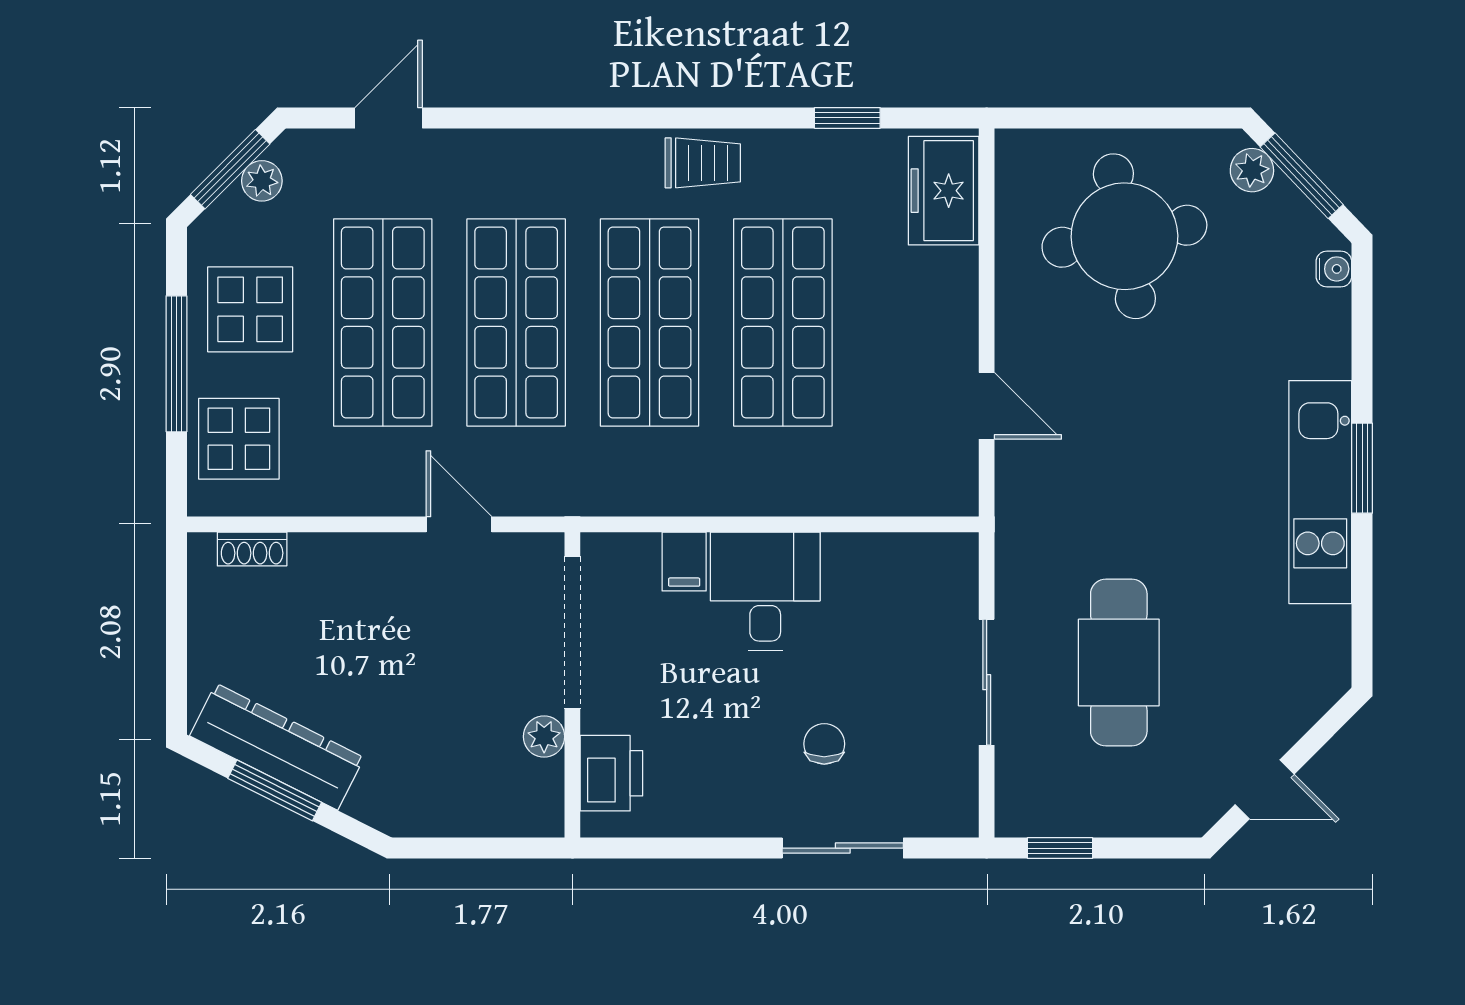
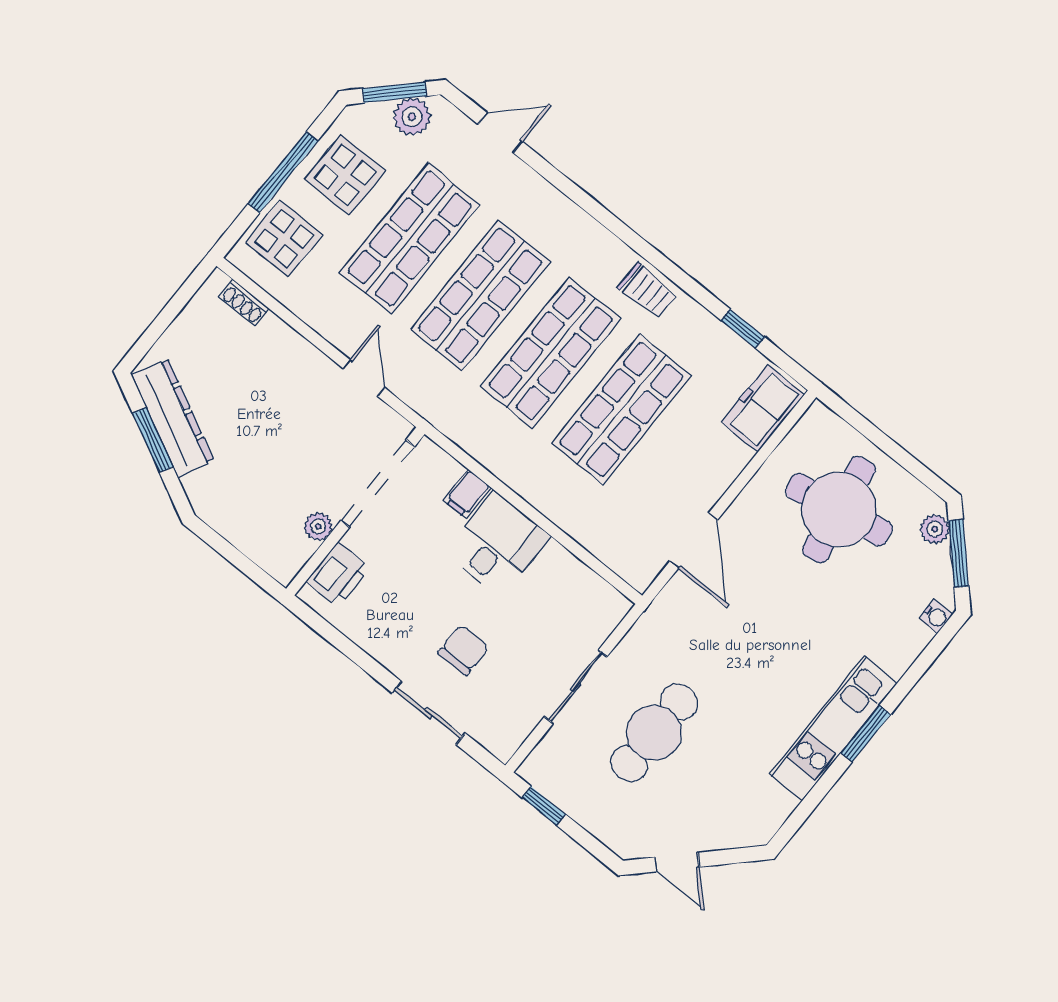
plant: (262, 181) -> (412, 117), width x1.38, depth x1.38
door: (987, 406) -> (694, 541), width x1.38
chair: (824, 744) -> (463, 650), width x1.37, depth x1.37

